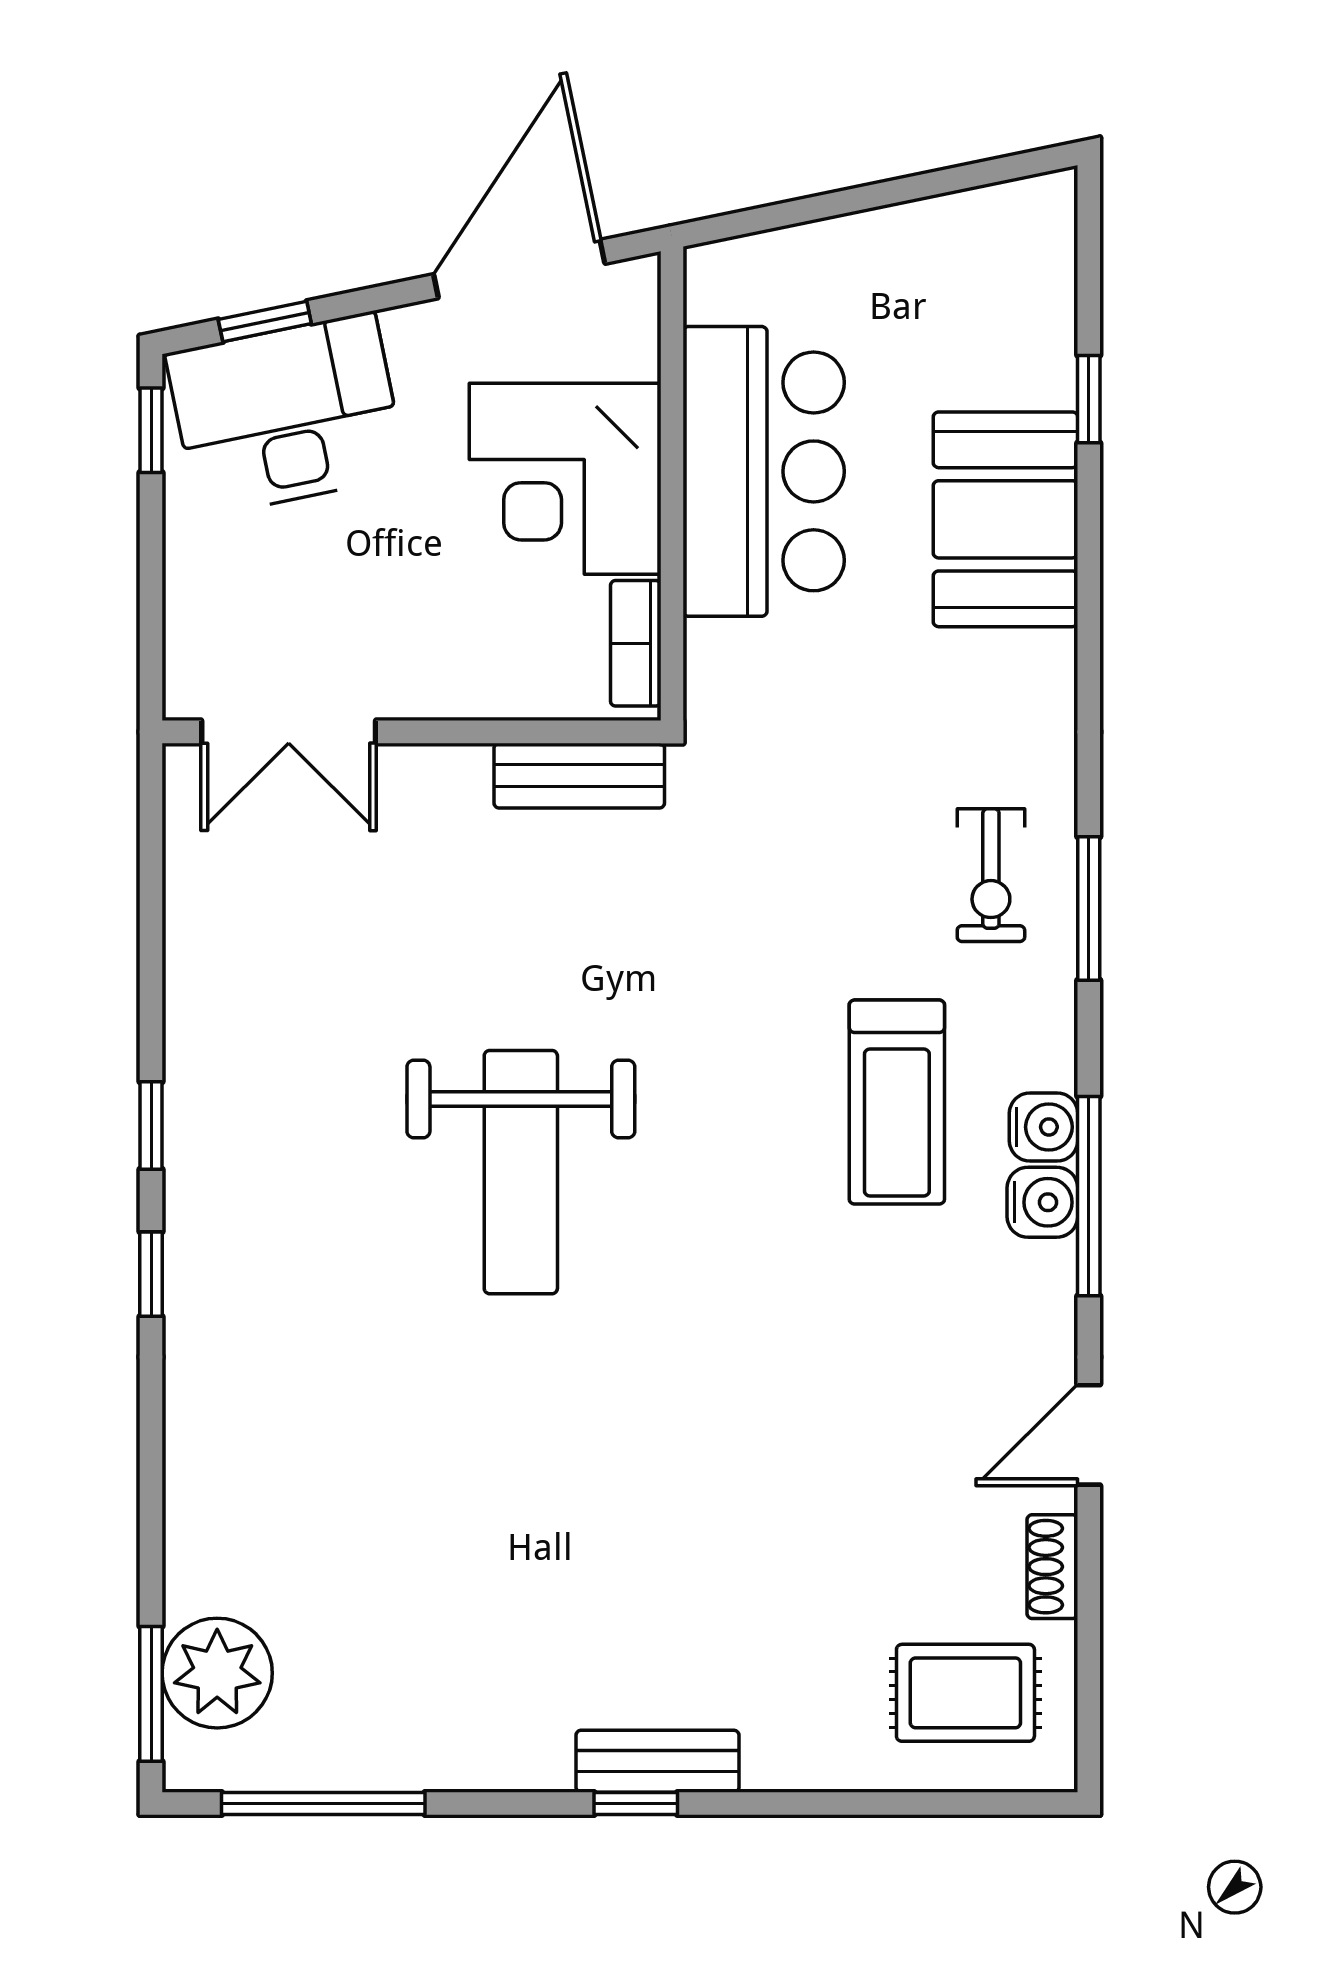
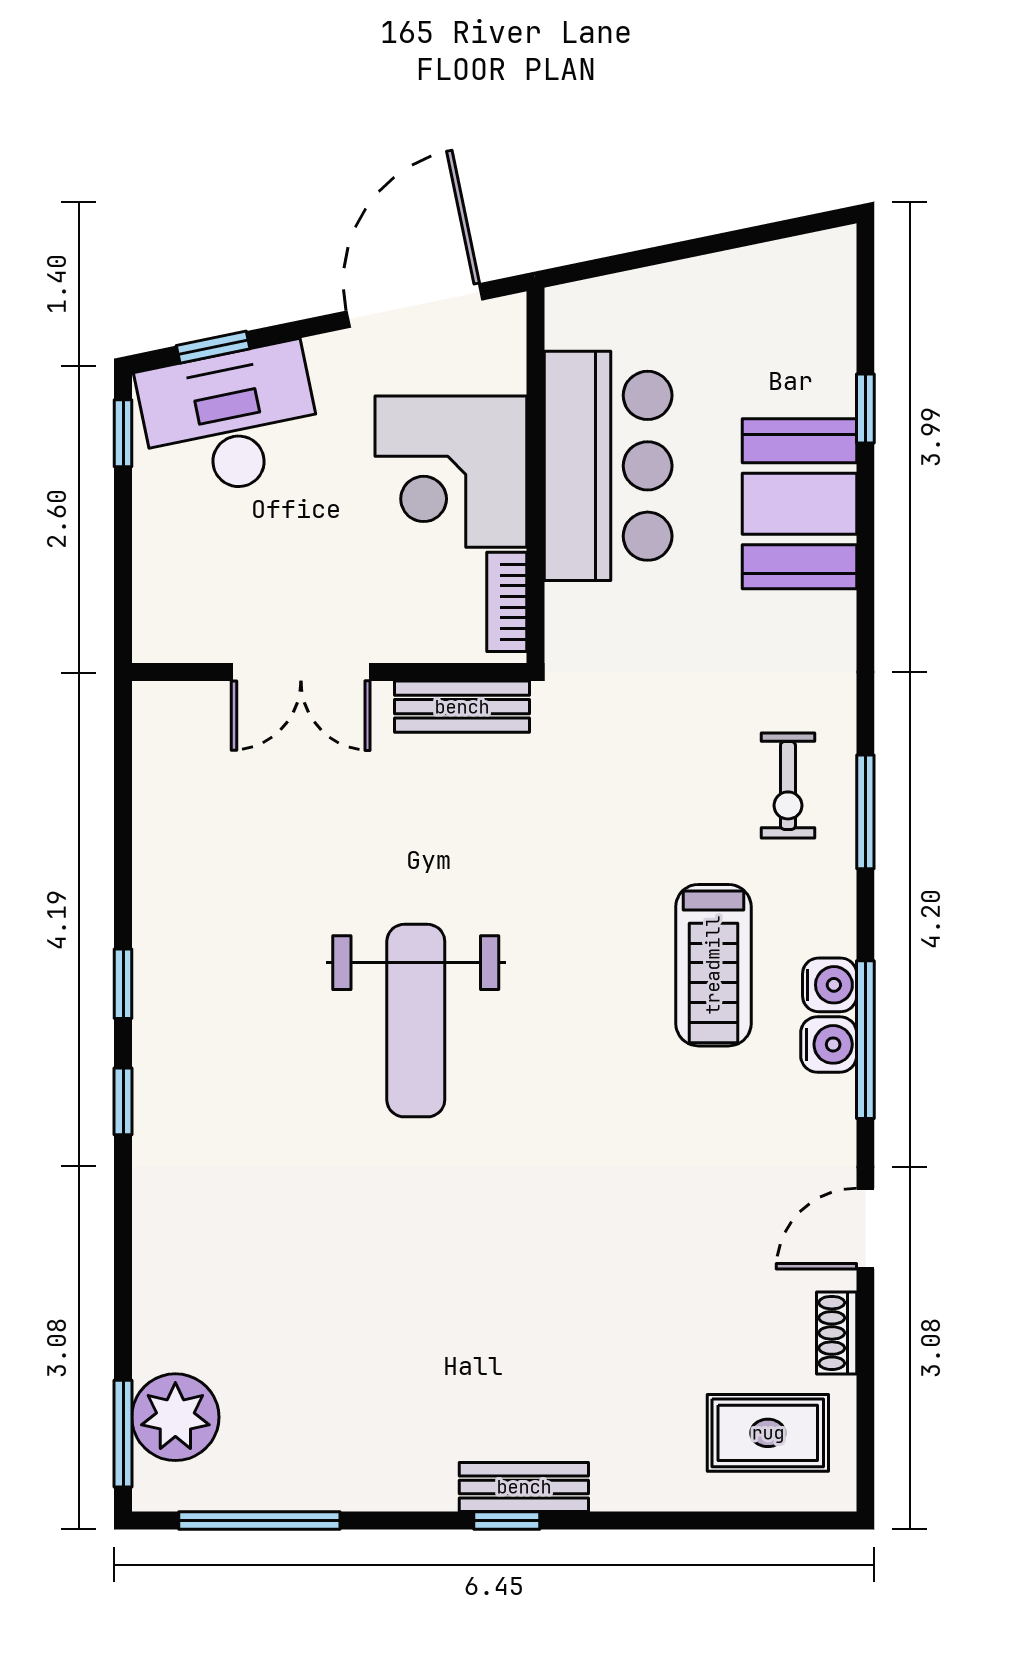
double door: (289, 732) -> (301, 672), moved

